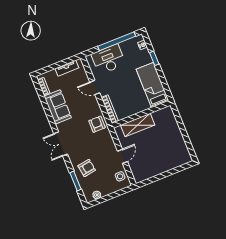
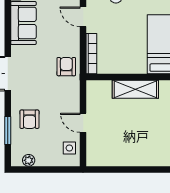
shelving: (138, 125) -> (135, 89), moved
door: (122, 156) -> (83, 123), swing flipped
armchair: (87, 168) -> (29, 119), turned 99

